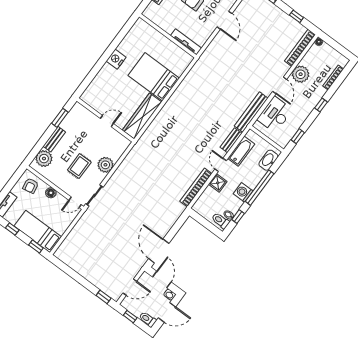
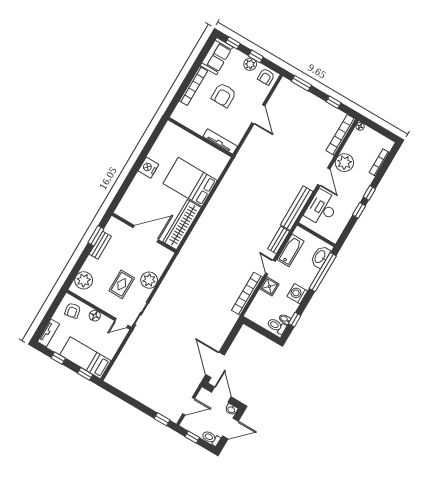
door: (107, 121) -> (146, 234), width x1.87
window: (298, 136) -> (359, 210), moved
bench: (54, 139) -> (100, 245), moved
window: (260, 188) -> (323, 272), moved

